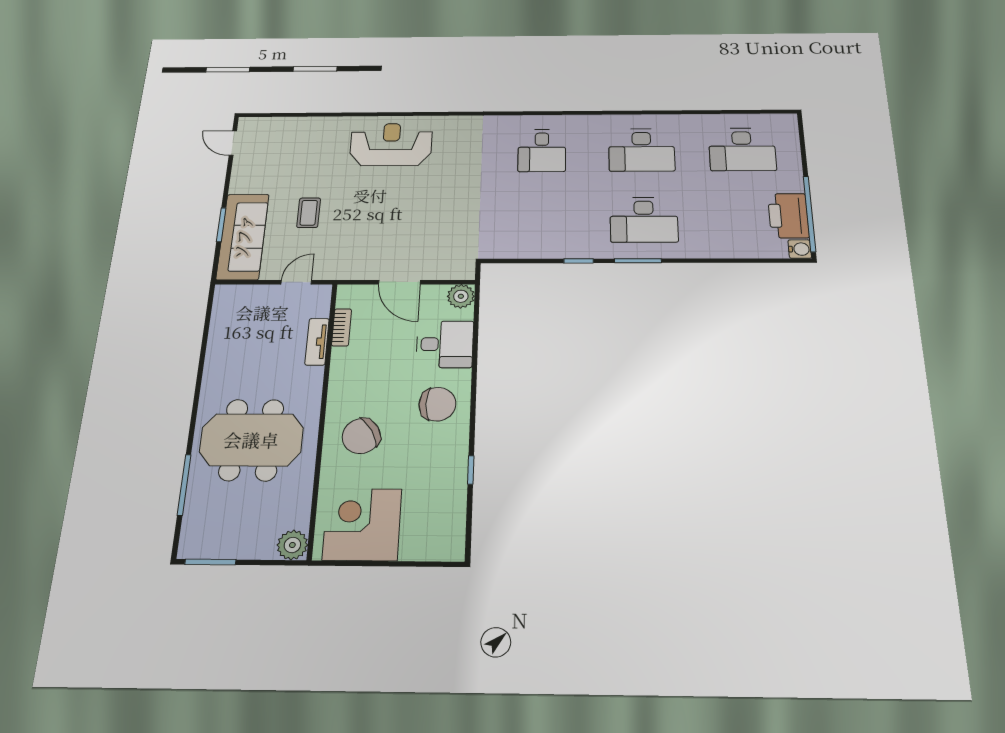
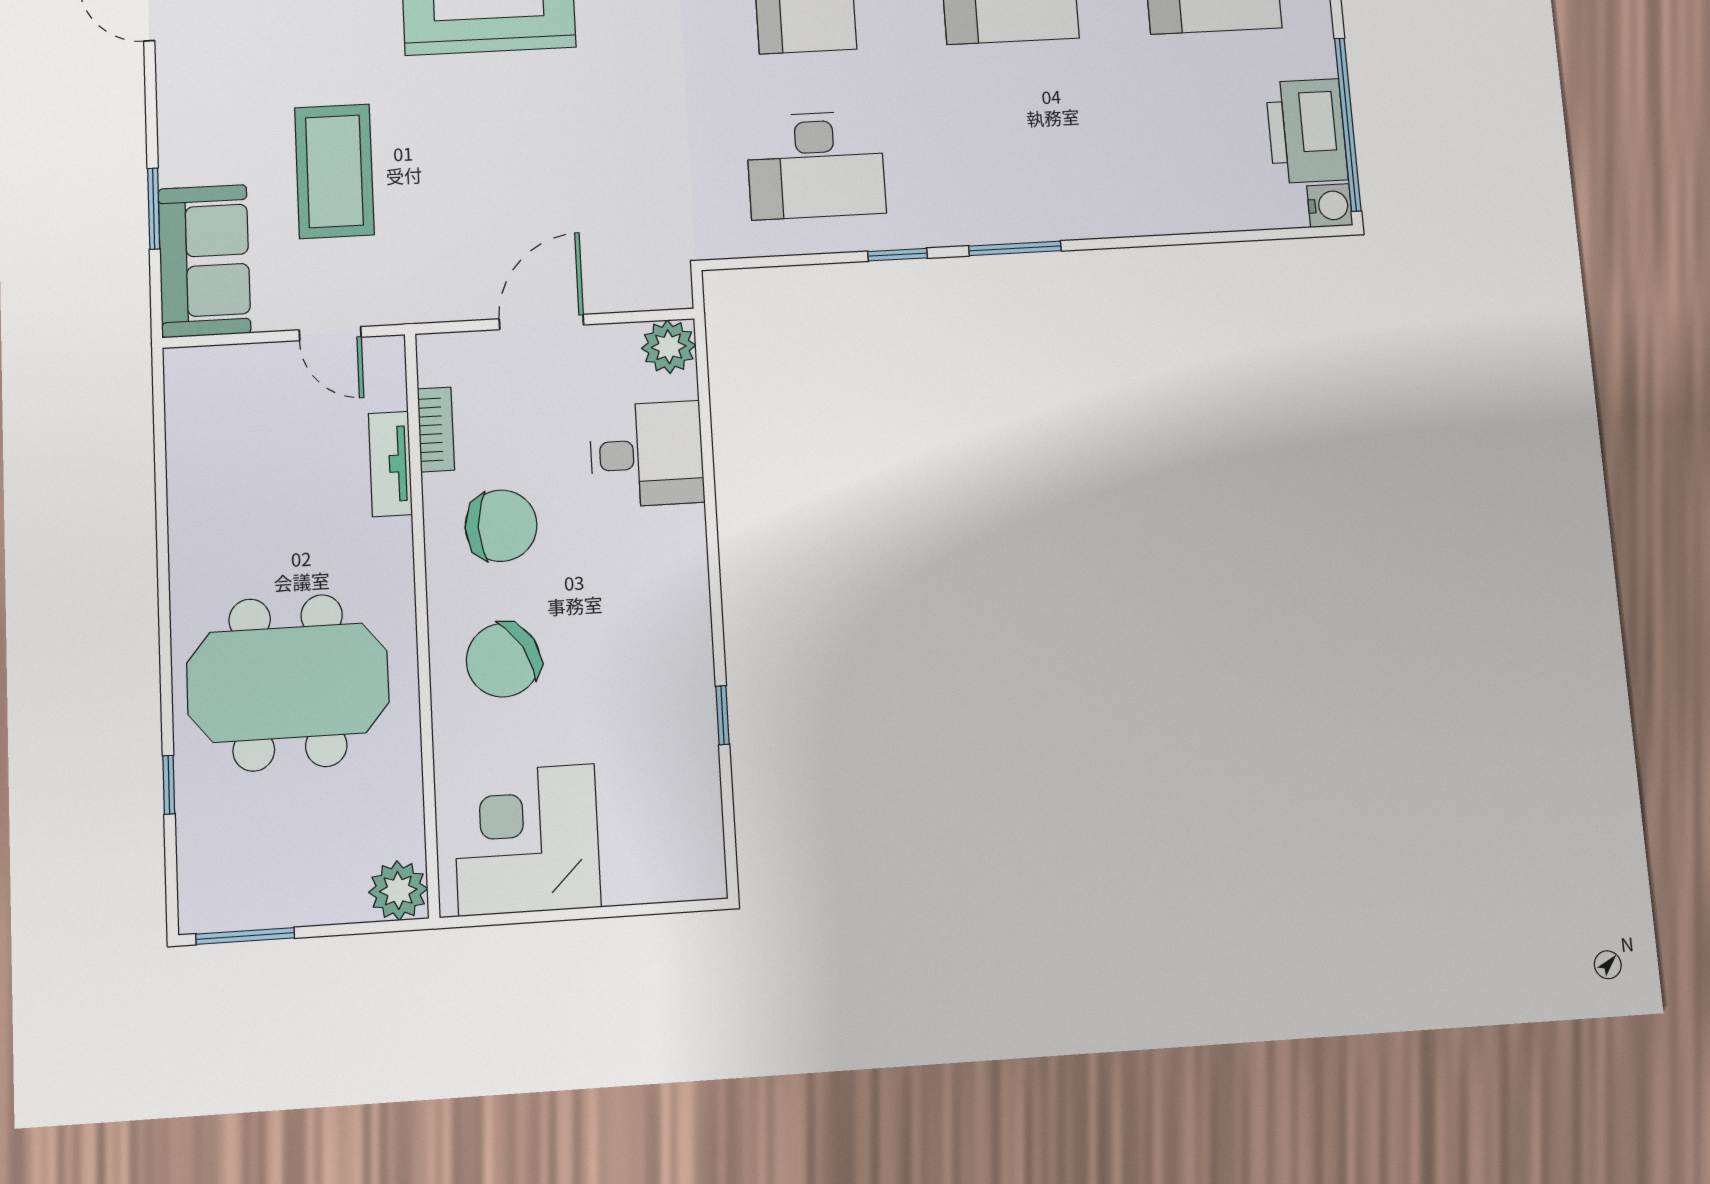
coffee table: (309, 213) -> (334, 171), width x1.86, depth x1.72
desk: (644, 220) -> (816, 165), moved
sofa: (243, 237) -> (204, 261), width x0.73
door: (296, 282) -> (330, 334), swing flipped
door: (399, 282) -> (541, 322), swing flipped
chair: (437, 404) -> (501, 526), moved
window: (184, 485) -> (169, 785), width x0.46

